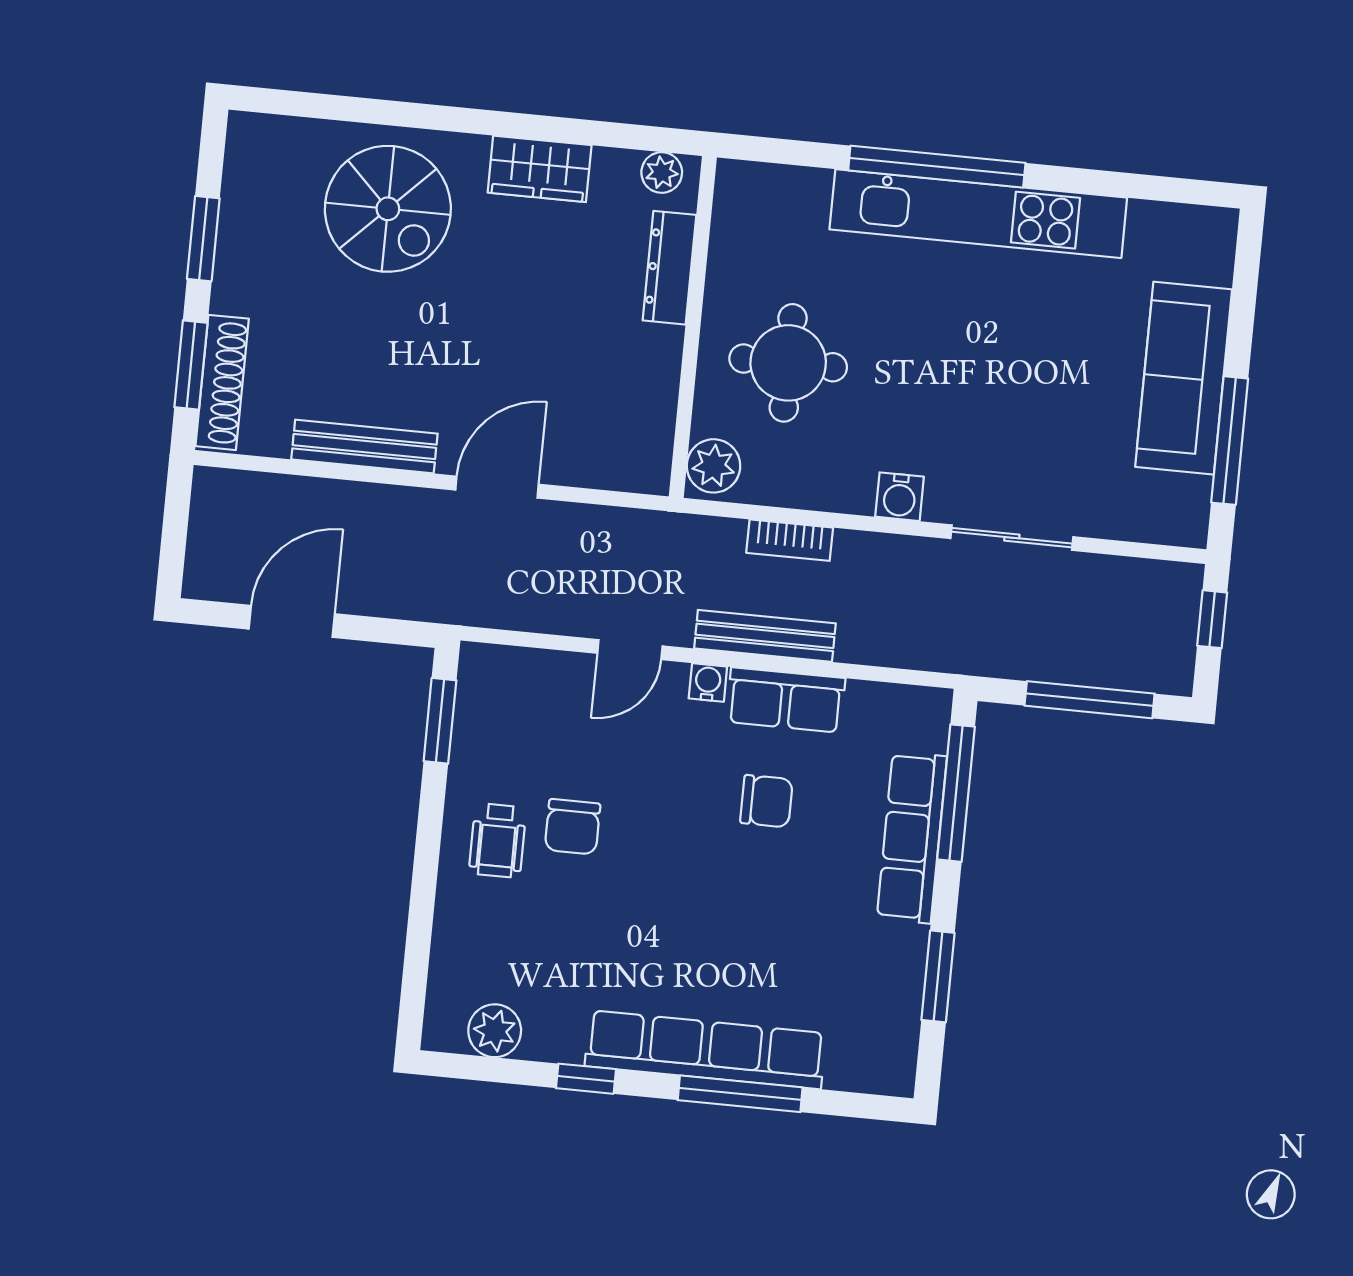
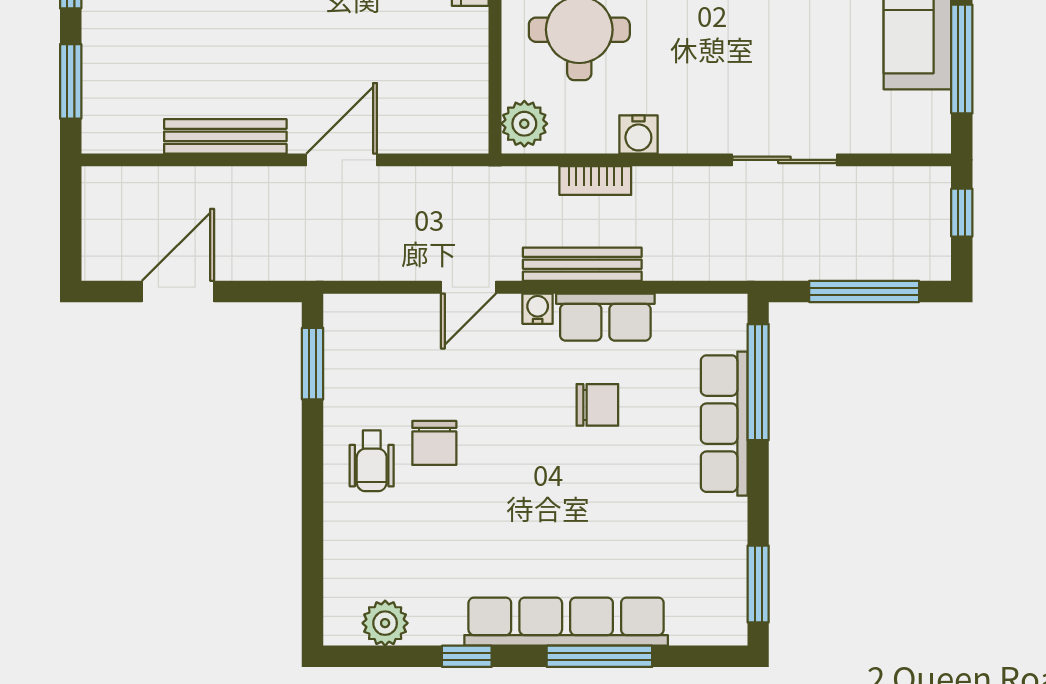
shoe rack: (222, 382) -> (99, 94), removed
water cooler: (900, 497) -> (638, 134), moved
window: (938, 976) -> (758, 584), moved

